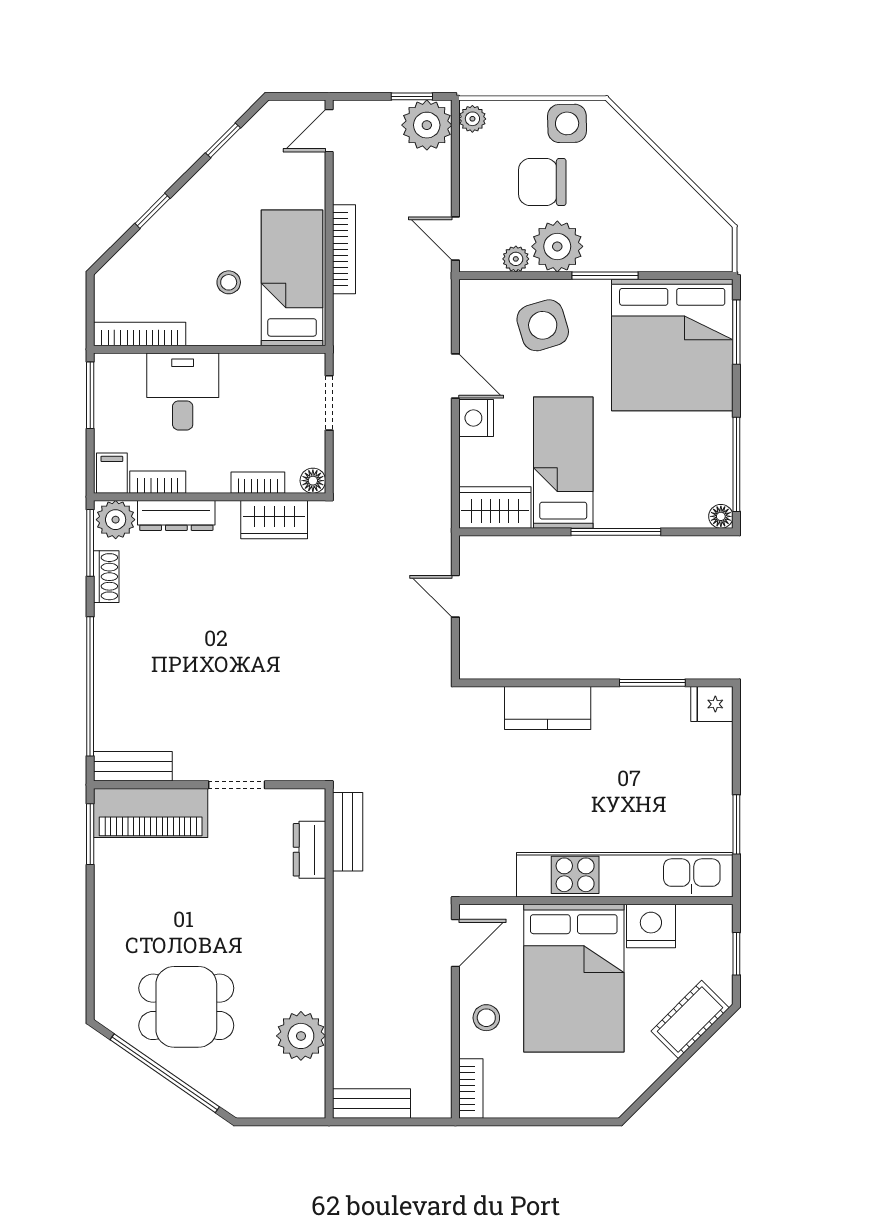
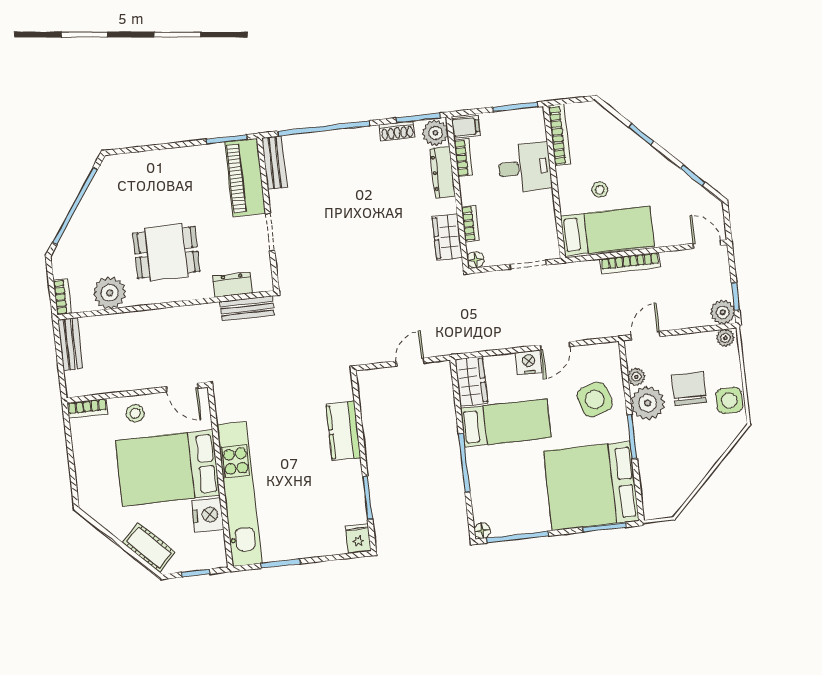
plant: (427, 125) -> (723, 312), width x0.73, depth x0.73
dining table: (186, 1007) -> (166, 252), moved, turned 90
bookcase: (299, 1108) -> (62, 297), added

